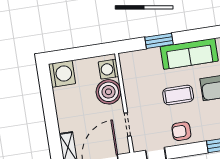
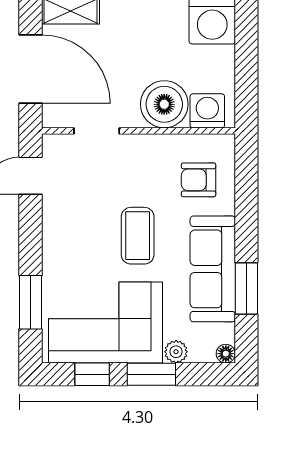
window: (159, 41) -> (246, 288), moved
armchair: (181, 131) -> (199, 180), moved, turned -90

